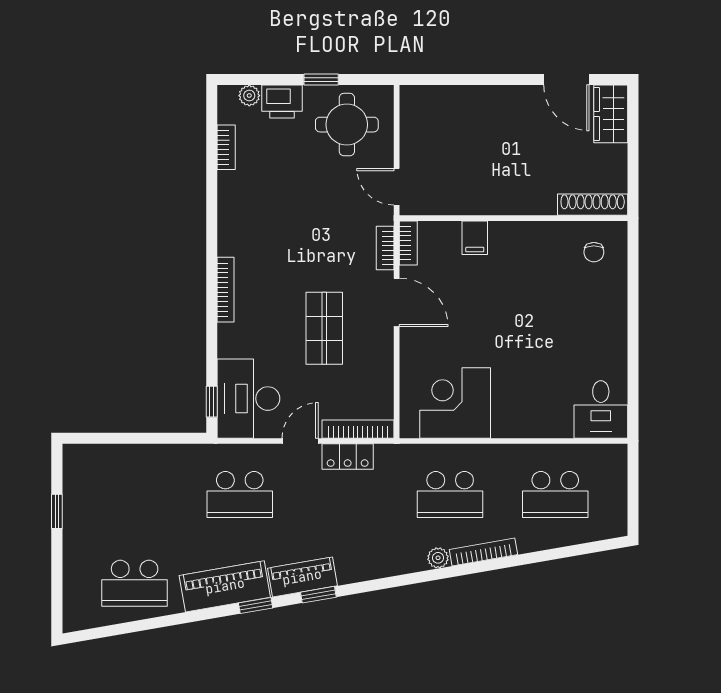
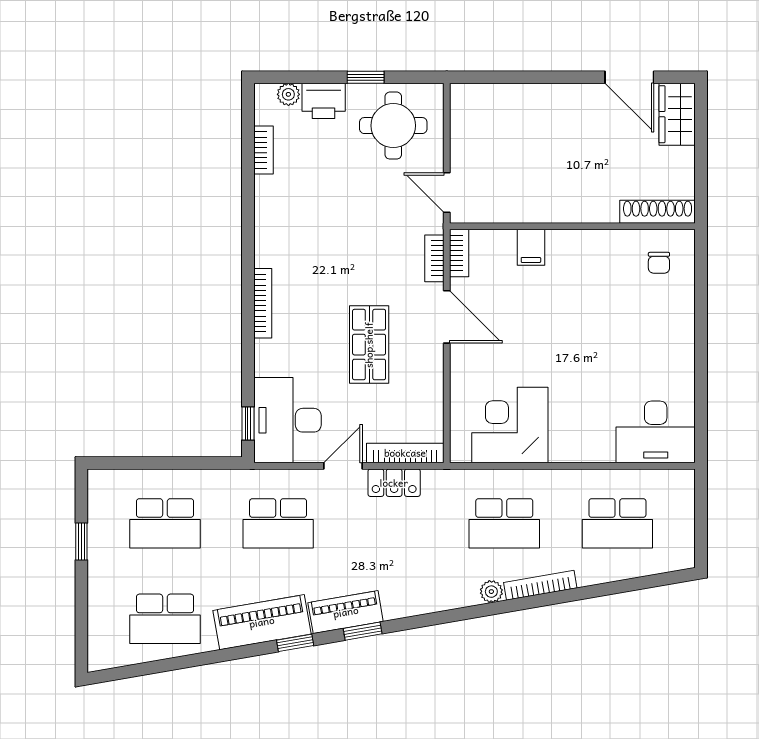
desk: (601, 409) -> (656, 432), width x1.37
school desk: (135, 494) -> (165, 523), added

